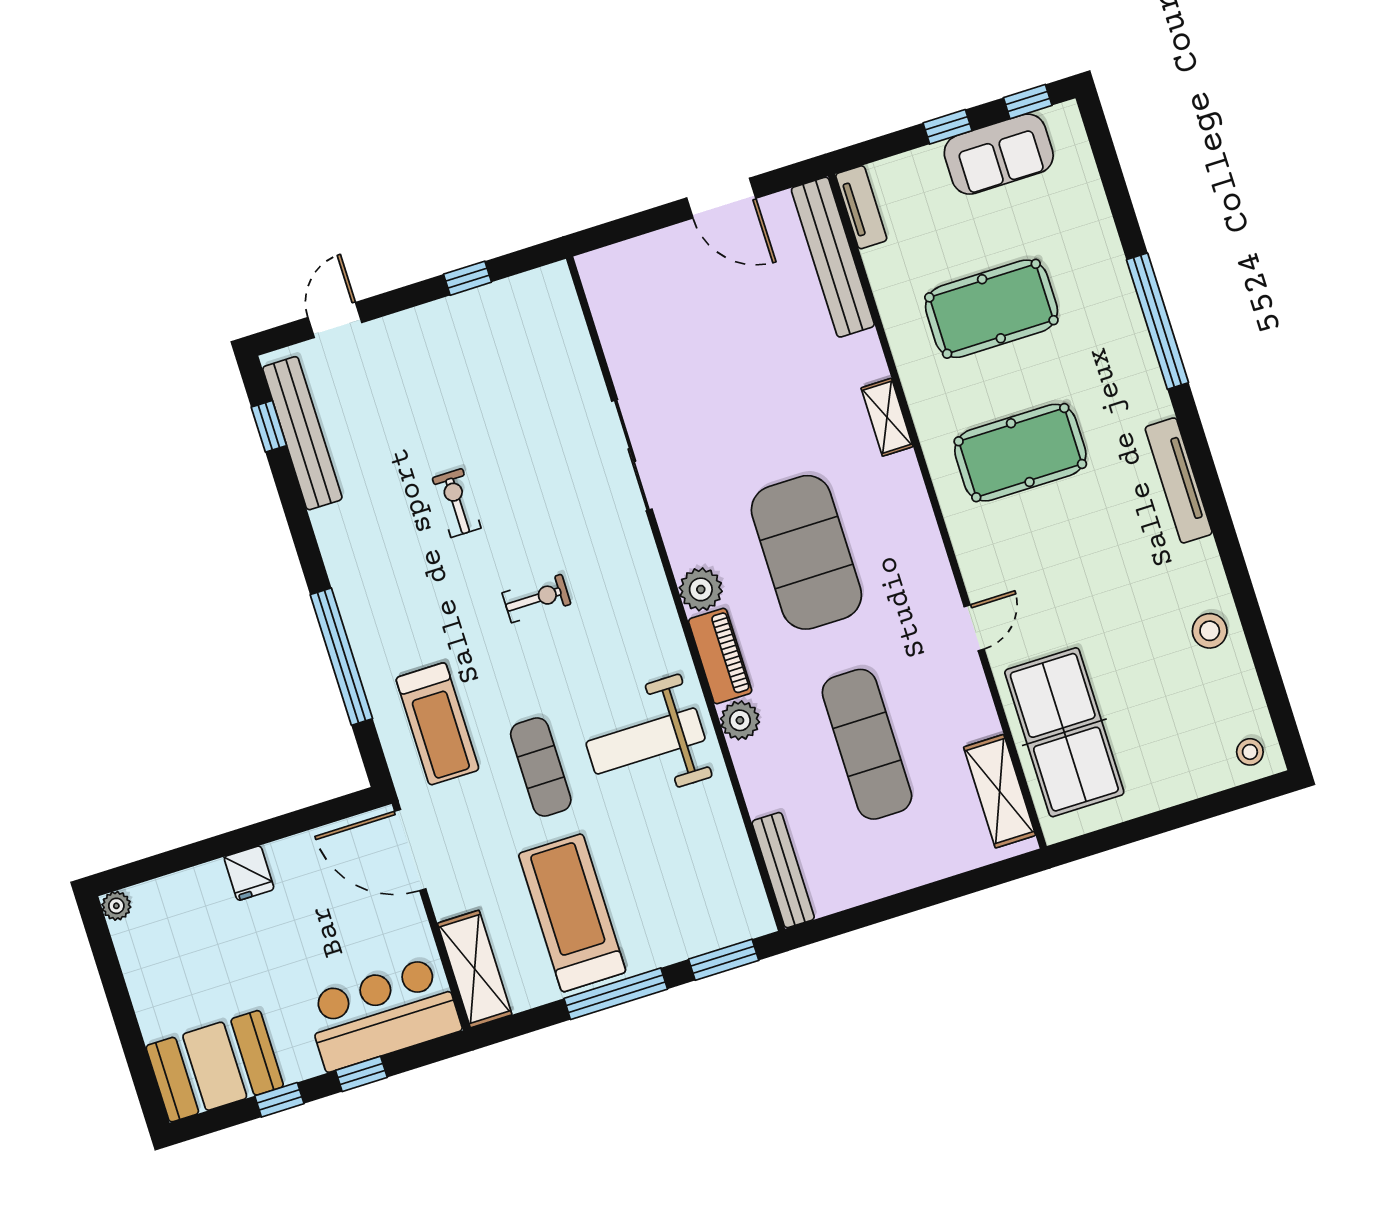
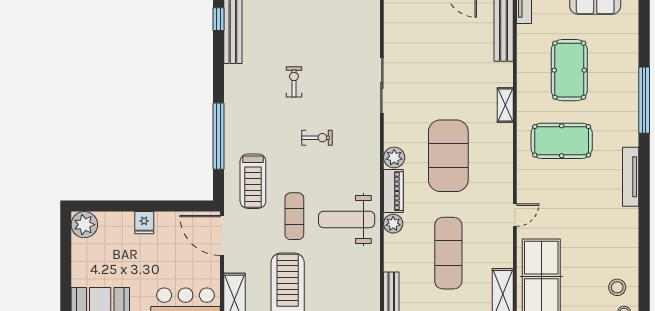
pool table: (991, 309) -> (569, 70), turned 90
stool: (1210, 631) -> (617, 287), moved
plant: (116, 906) -> (84, 225), width x1.88, depth x1.88

